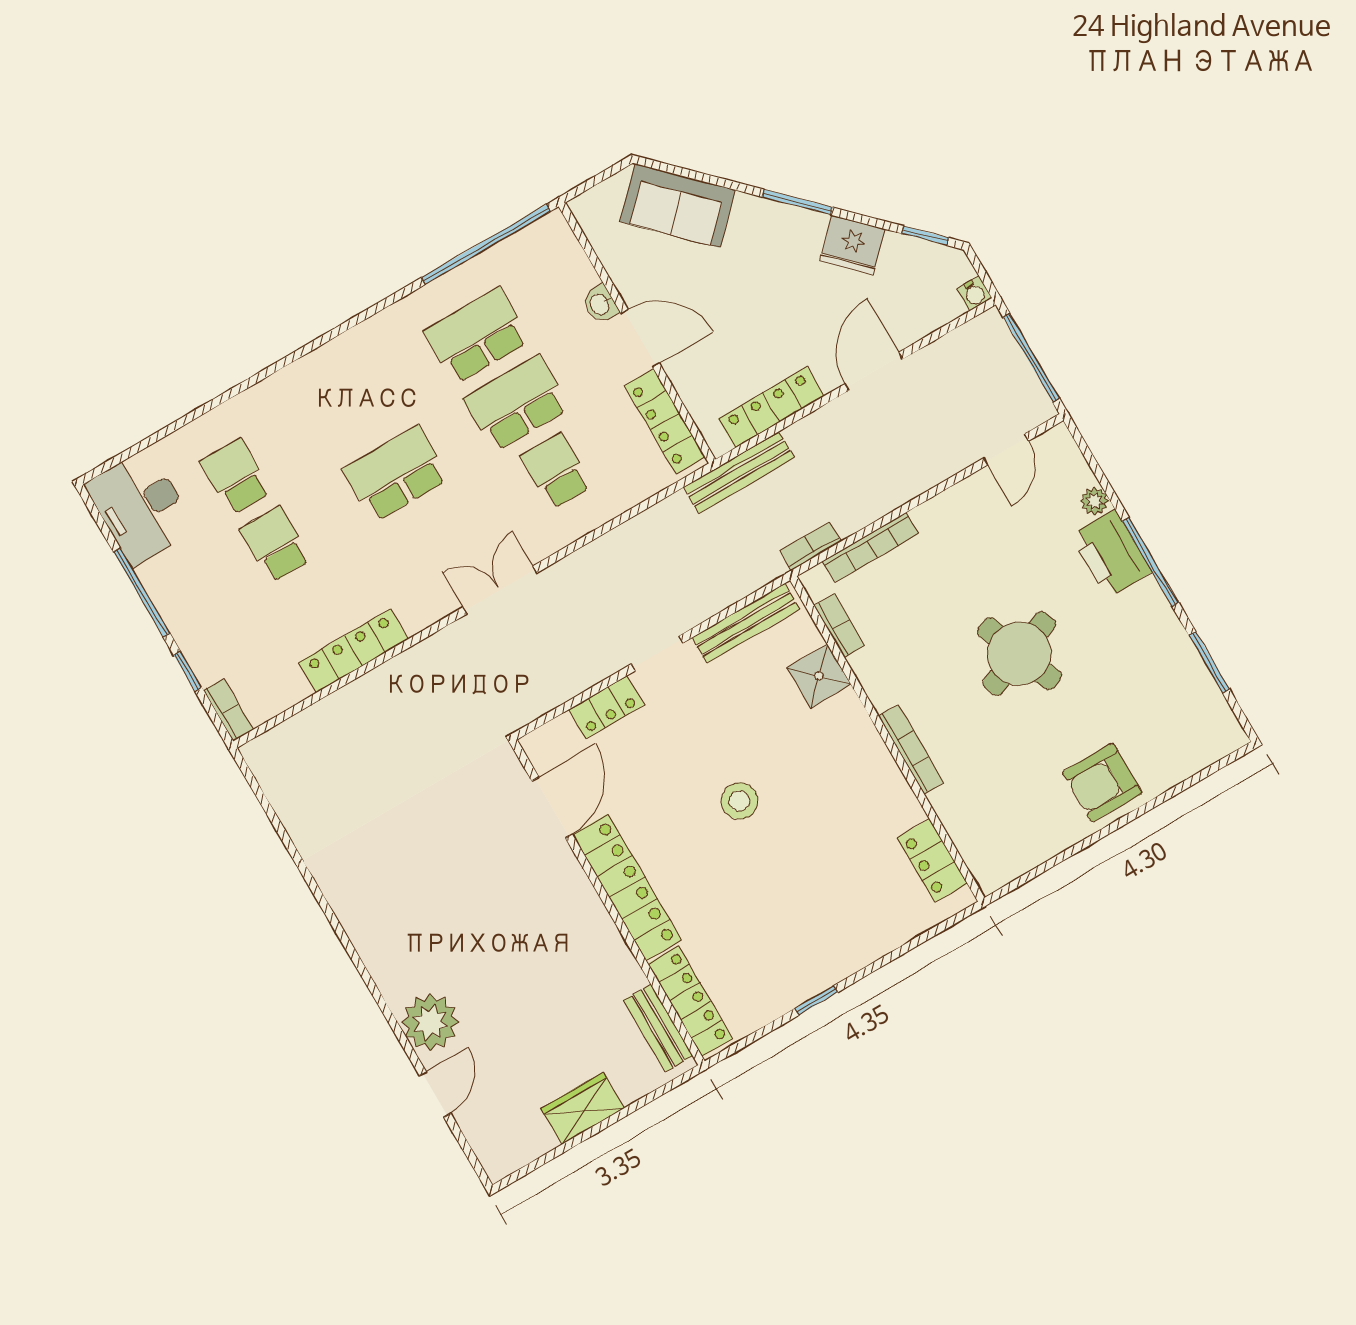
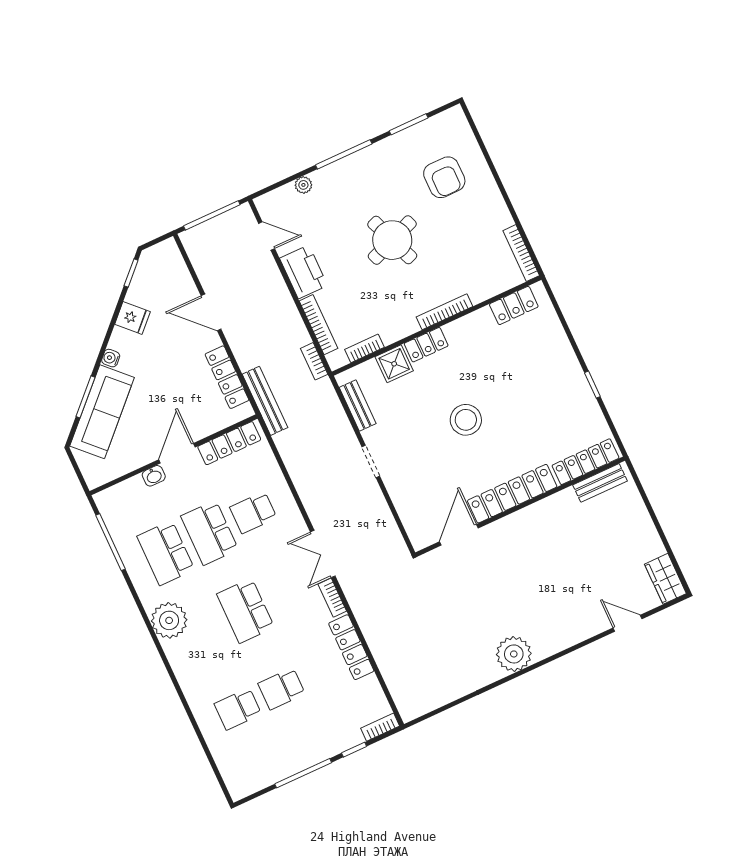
window: (797, 202) -> (85, 397), moved
sofa: (678, 206) -> (102, 412), width x1.36
window: (486, 244) -> (110, 542), width x0.68
fridge: (852, 245) -> (132, 318), width x0.72
water cooler: (974, 293) -> (111, 358), moved, turned -135
plant: (368, 351) -> (169, 620), added
desk: (141, 507) -> (251, 769), removed
printer: (1111, 554) -> (304, 272), moved, turned -90
bookcase: (431, 612) -> (332, 598), added
bench: (746, 623) -> (358, 405), width x0.73
locker: (606, 707) -> (426, 345), moved, turned 90
armchair: (1102, 783) -> (444, 177), moved
stool: (739, 801) -> (466, 420), width x1.38, depth x1.38
door: (552, 807) -> (459, 535), hinge flipped
bookcase: (1018, 865) -> (521, 253), added
plant: (430, 1022) -> (514, 654), moved
wardrobe: (583, 1108) -> (665, 579), moved

